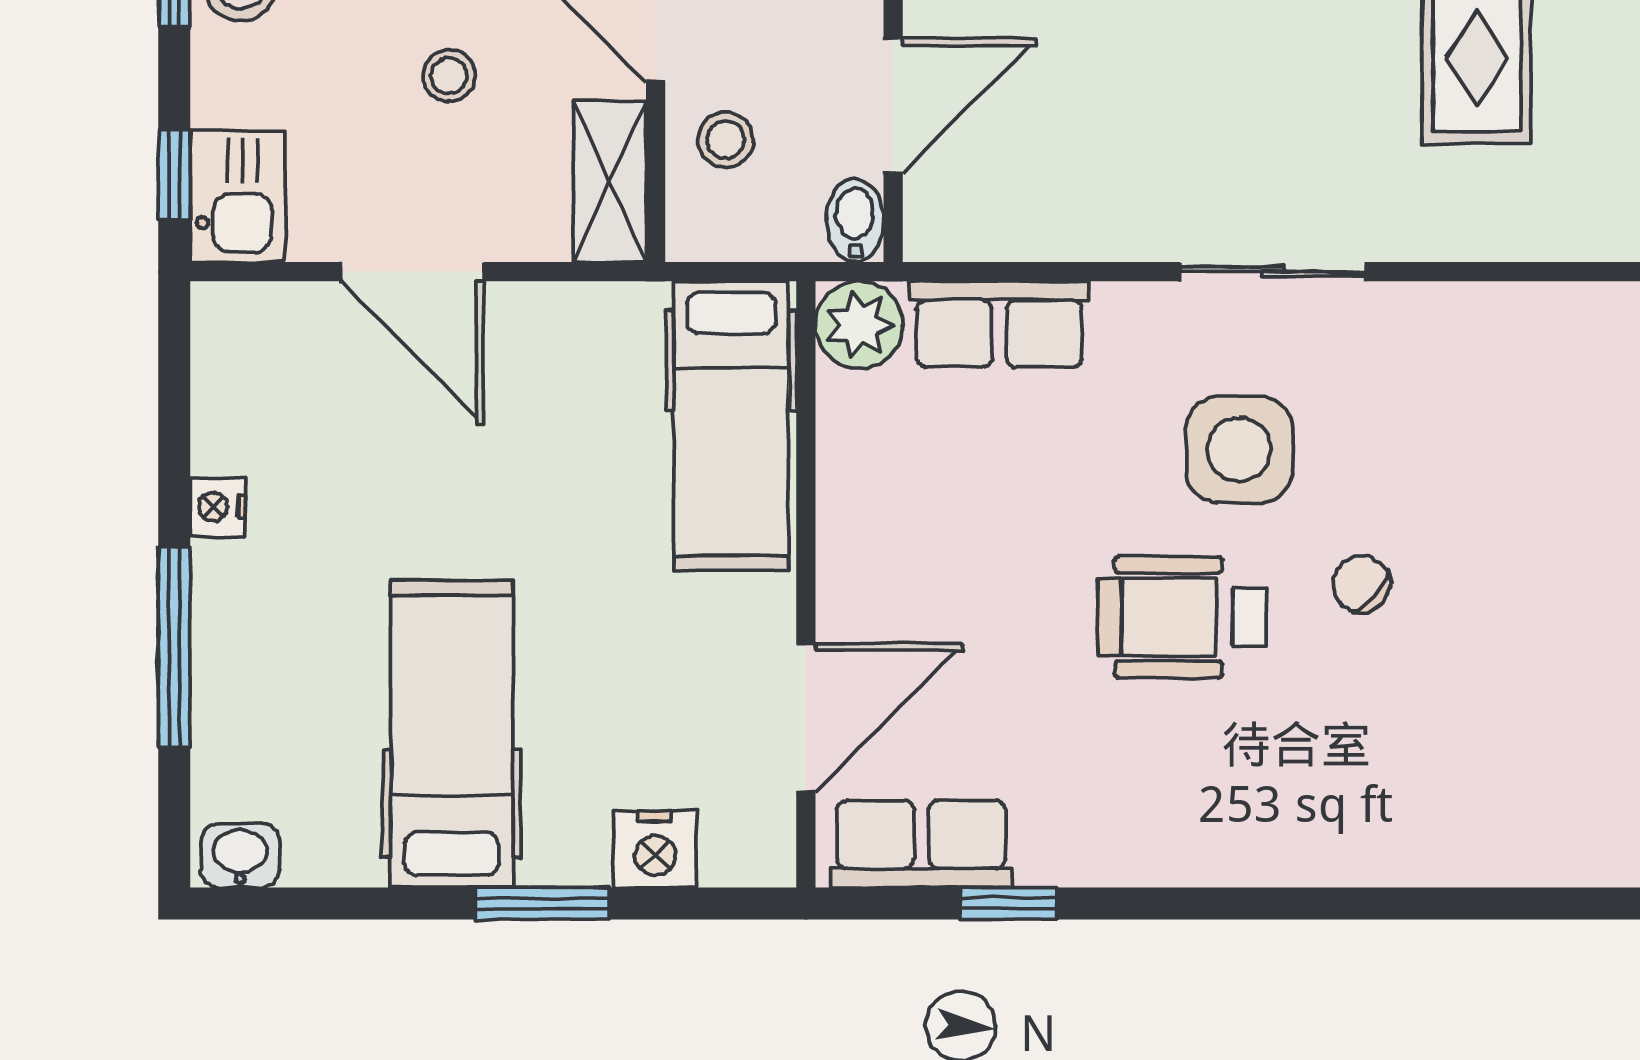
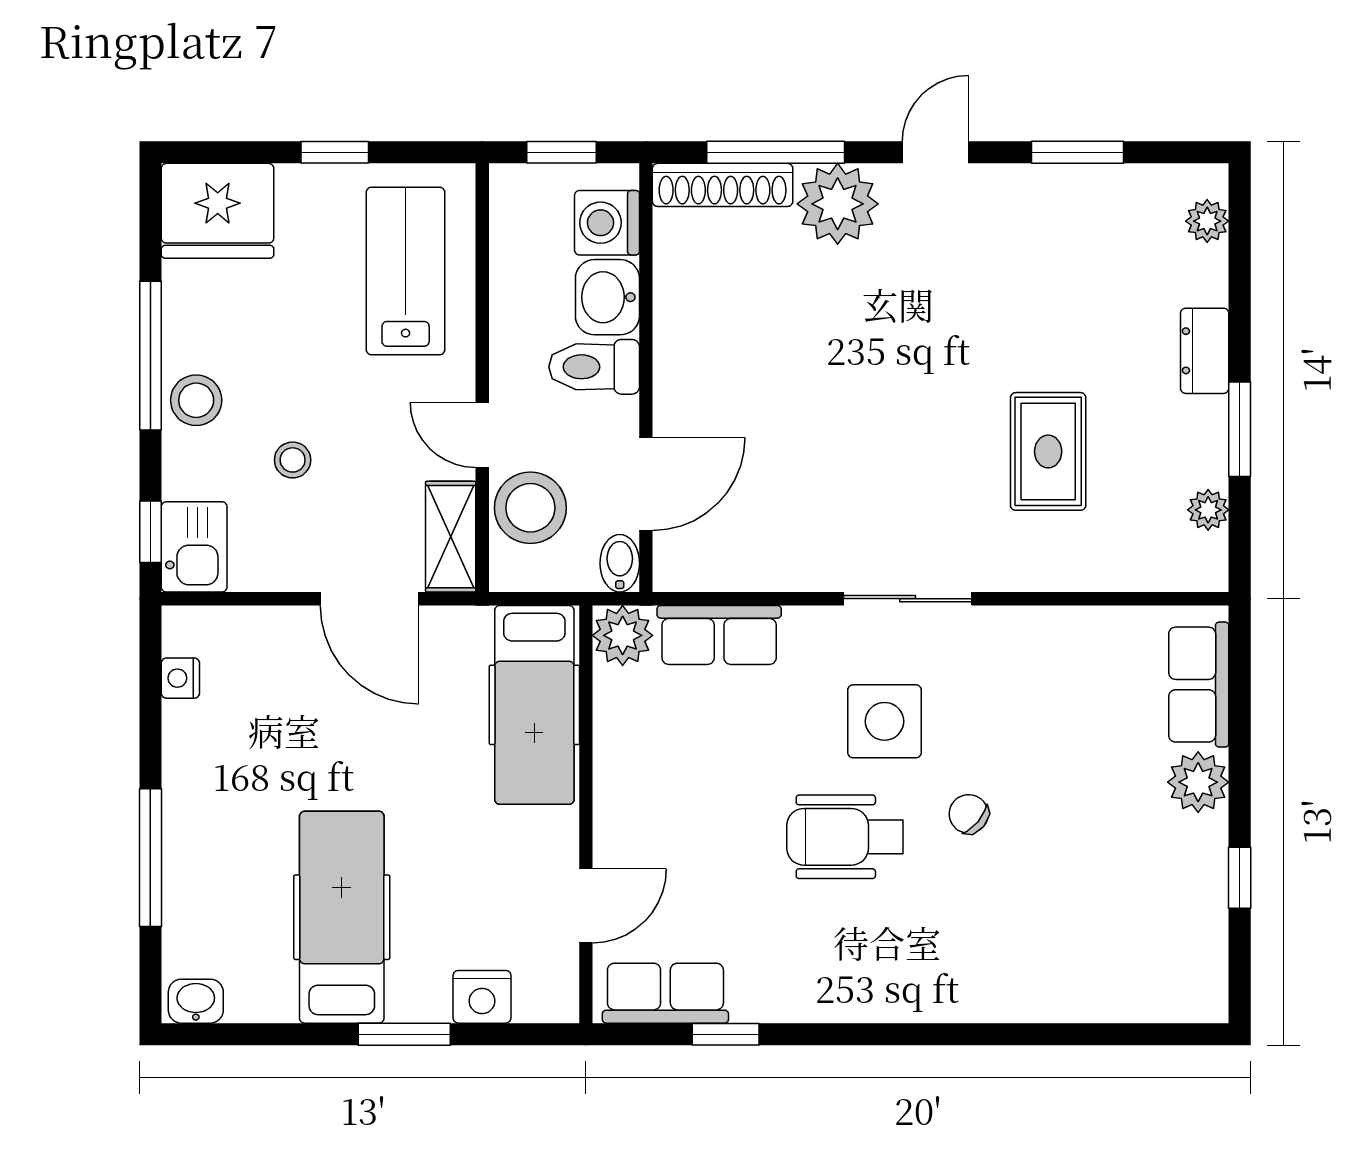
stool: (449, 76) -> (293, 460), moved
stool: (725, 140) -> (530, 508), width x1.89, depth x1.89
door: (412, 272) -> (370, 599), moved
nightstand: (218, 507) -> (180, 678), moved
door: (806, 717) -> (586, 906), width x0.73

